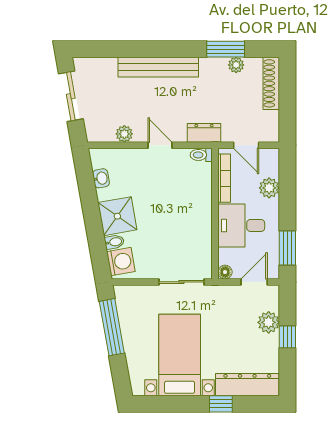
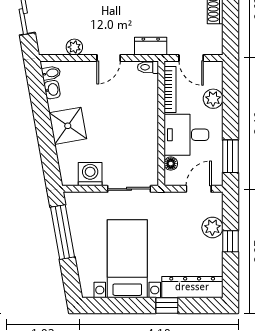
door: (160, 145) -> (109, 58), swing flipped
bidet: (114, 242) -> (51, 73), moved
washing machine: (121, 262) -> (90, 174), moved, turned -80
floor lamp: (225, 272) -> (171, 164), moved

